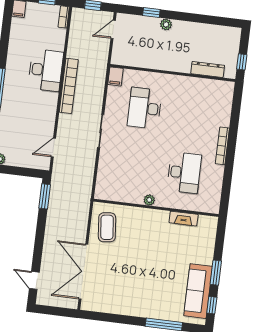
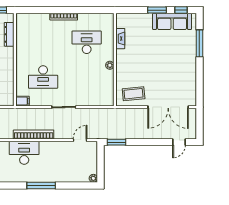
door: (53, 148) -> (80, 140), swing flipped

